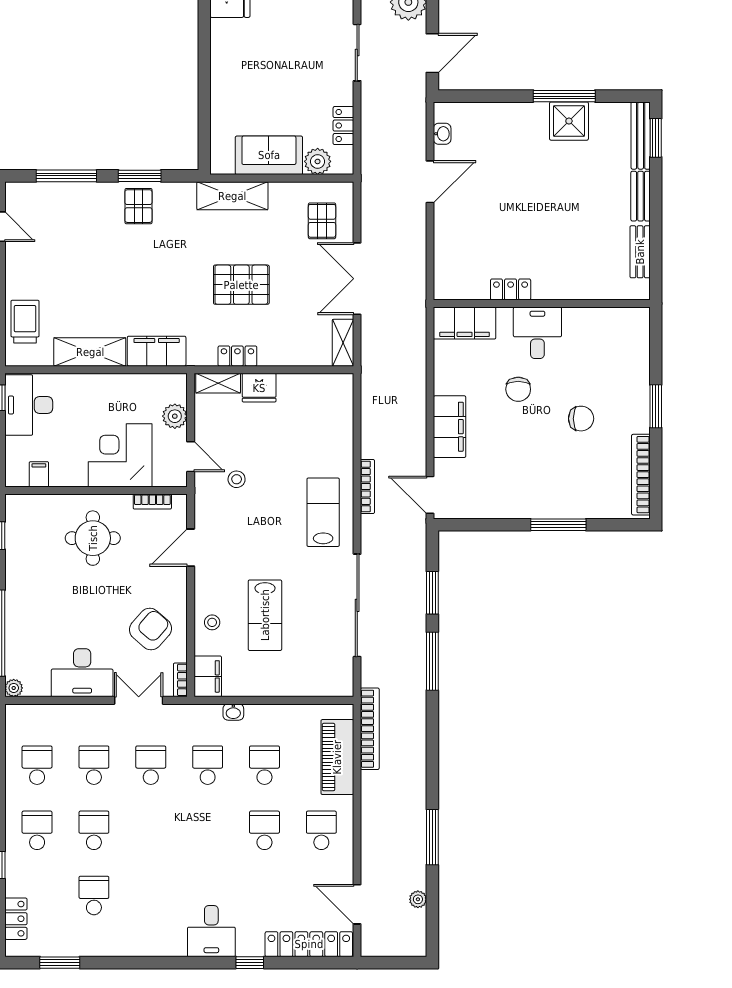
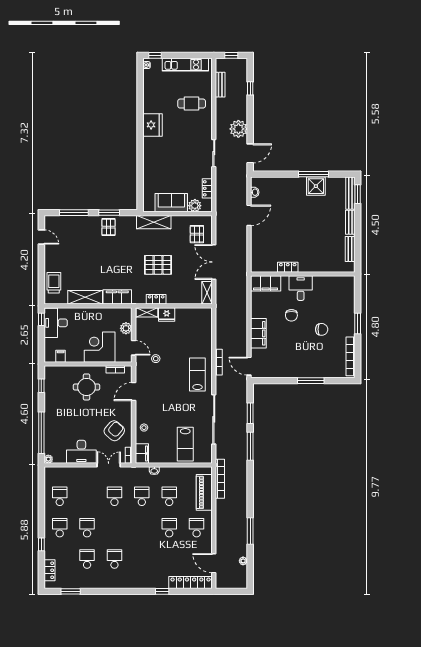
lab bench: (265, 615) -> (185, 444), moved
school desk: (94, 765) -> (114, 559), moved
desk: (211, 931) -> (144, 576), removed

